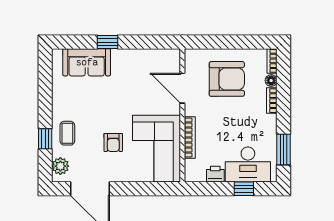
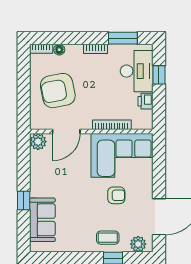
plant: (171, 58) -> (38, 142), added
armchair: (227, 79) -> (58, 91), turned -101
bookcase: (272, 101) -> (96, 49), moved

